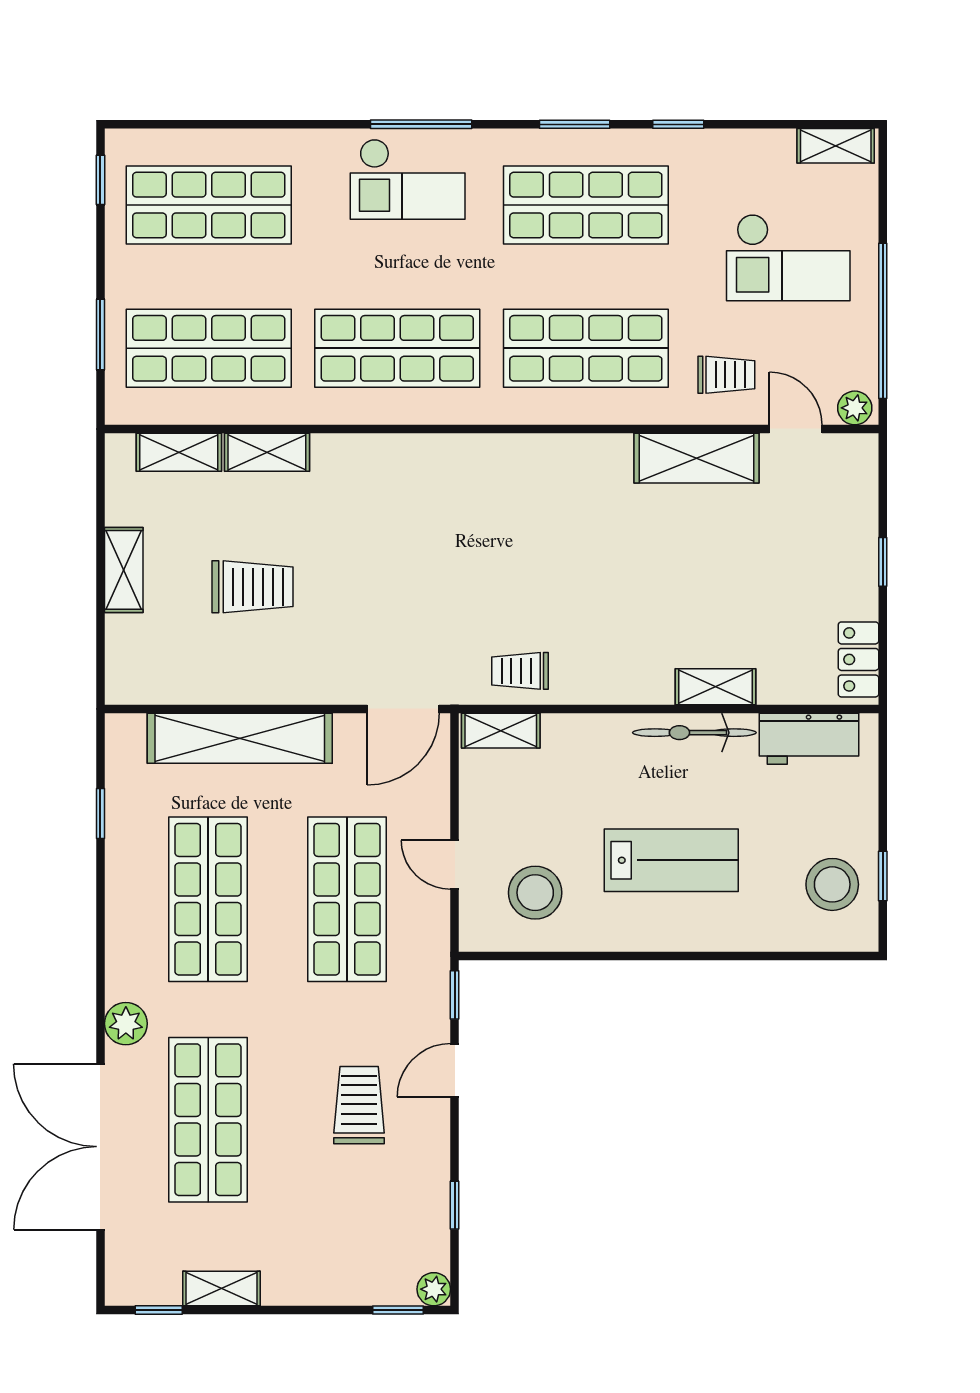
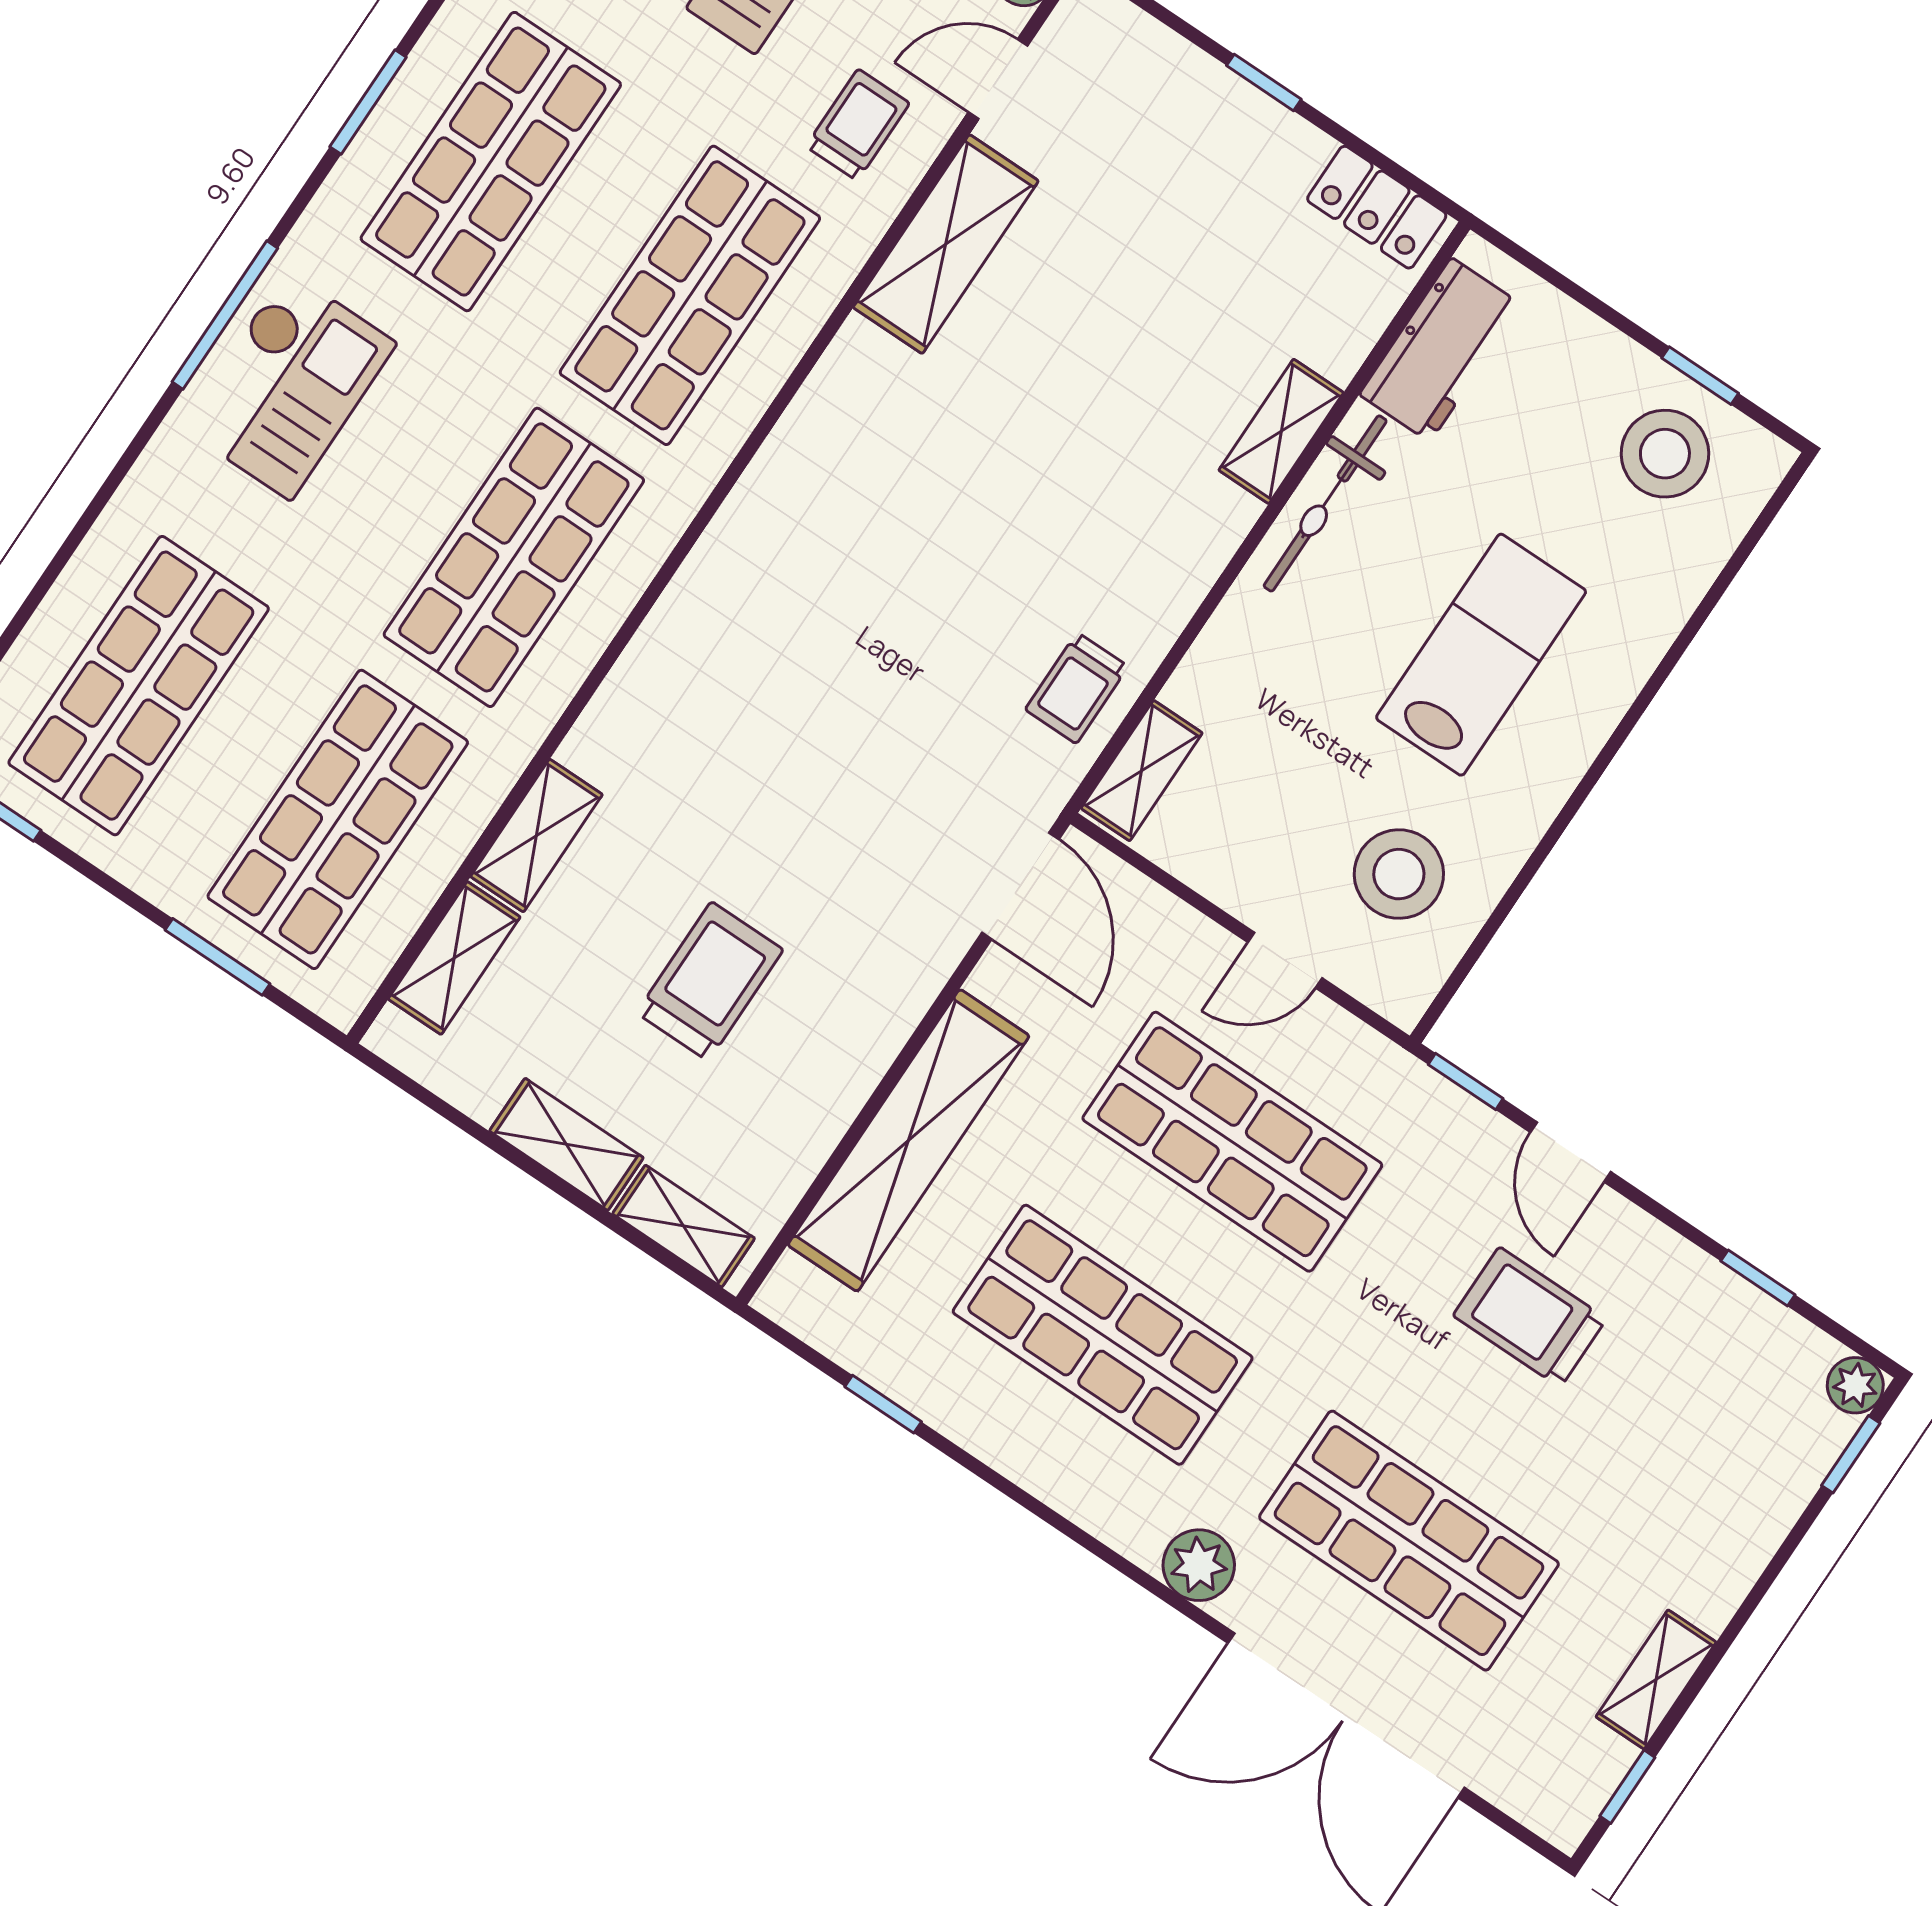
shelving: (122, 655) -> (684, 1226), added

